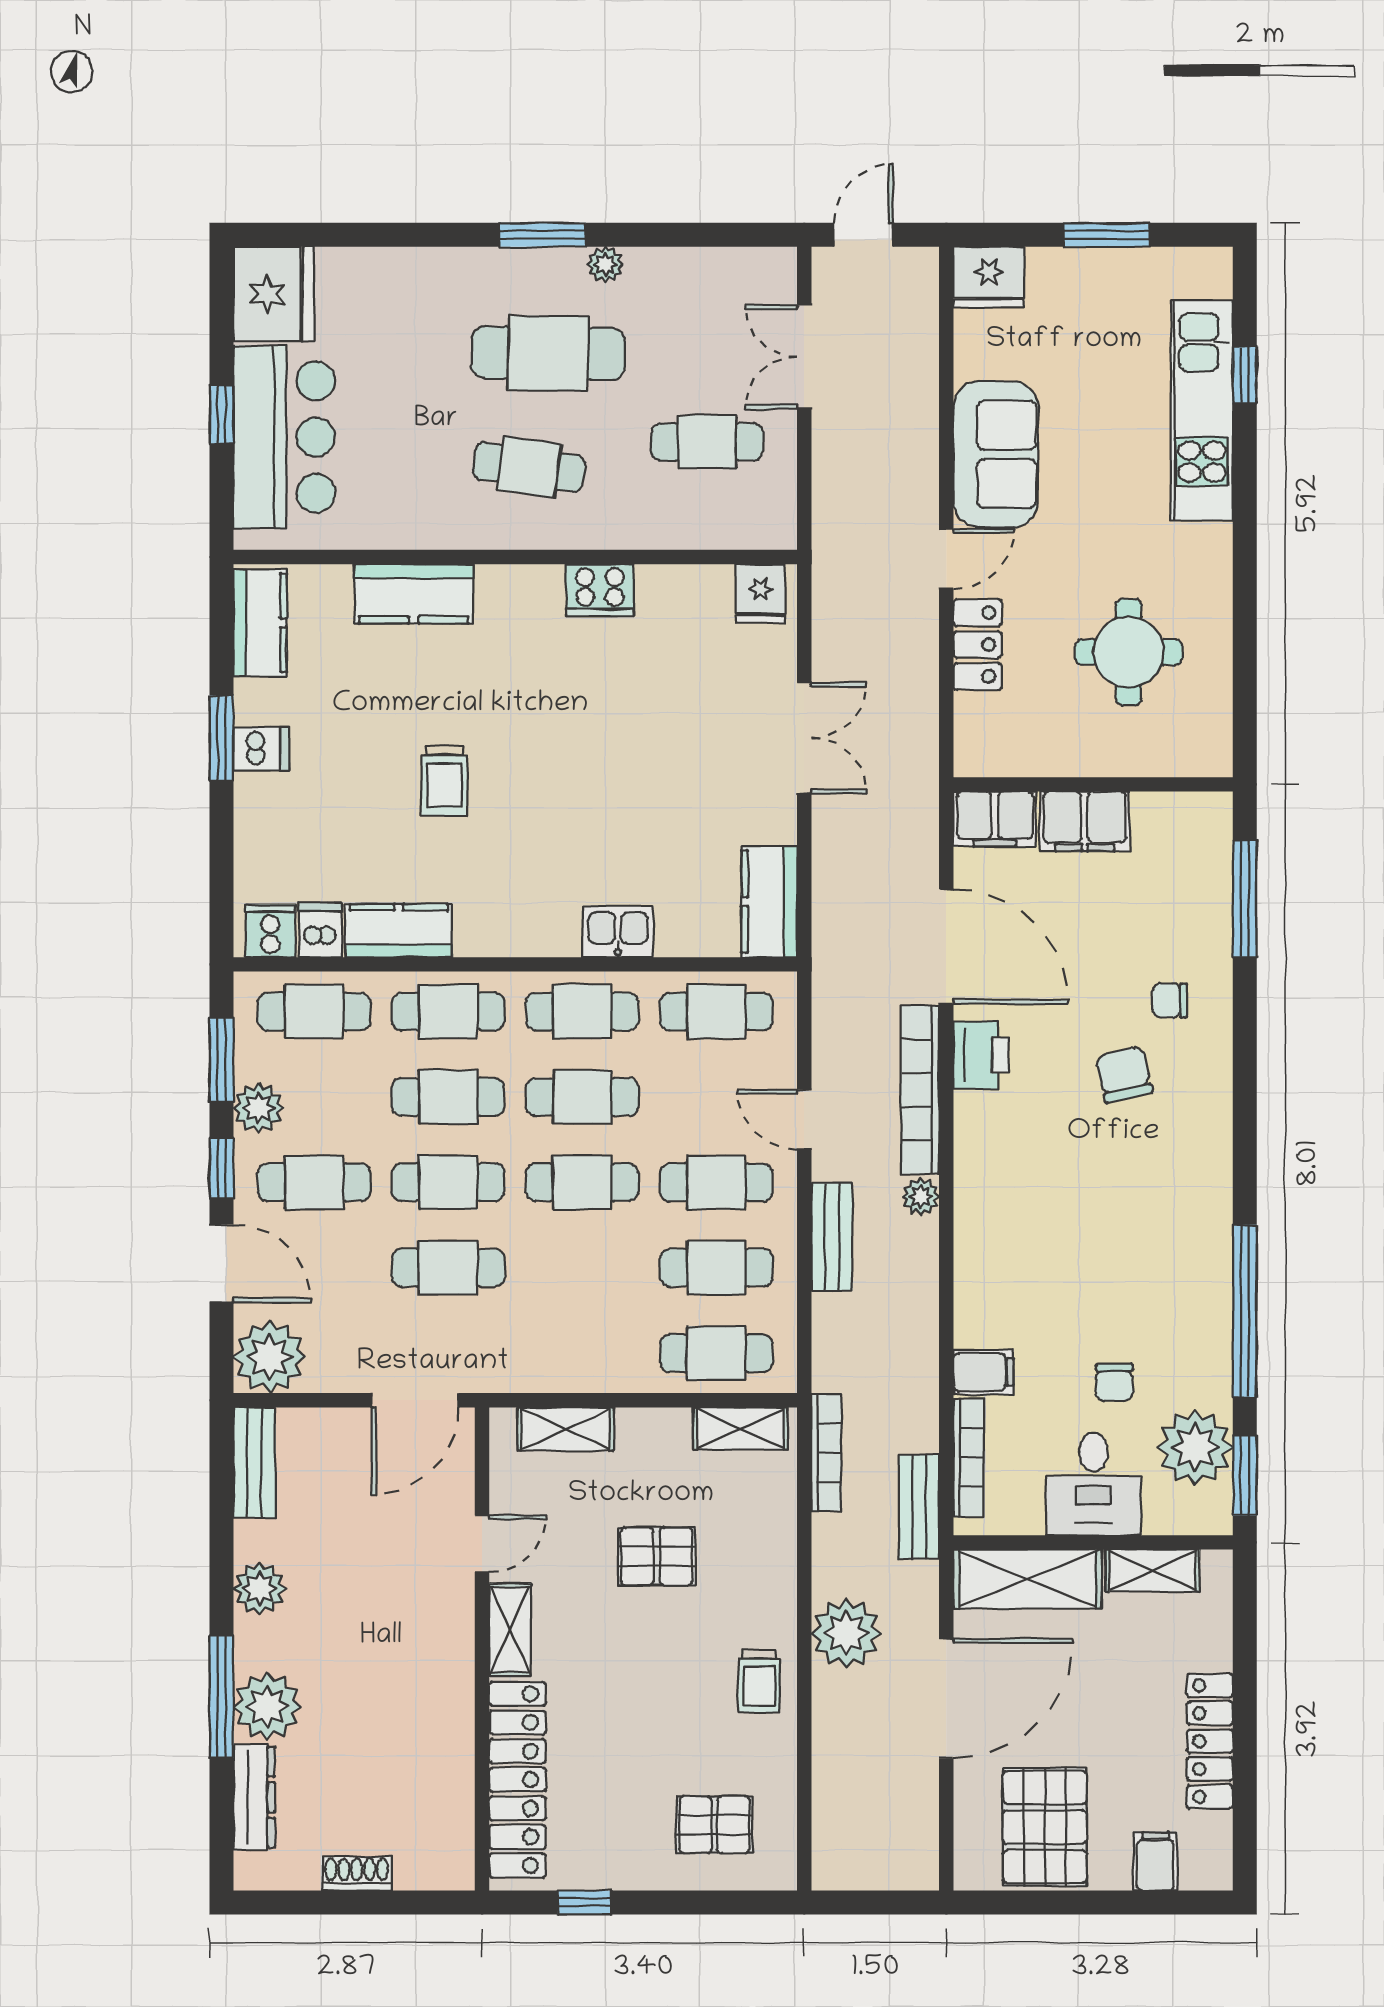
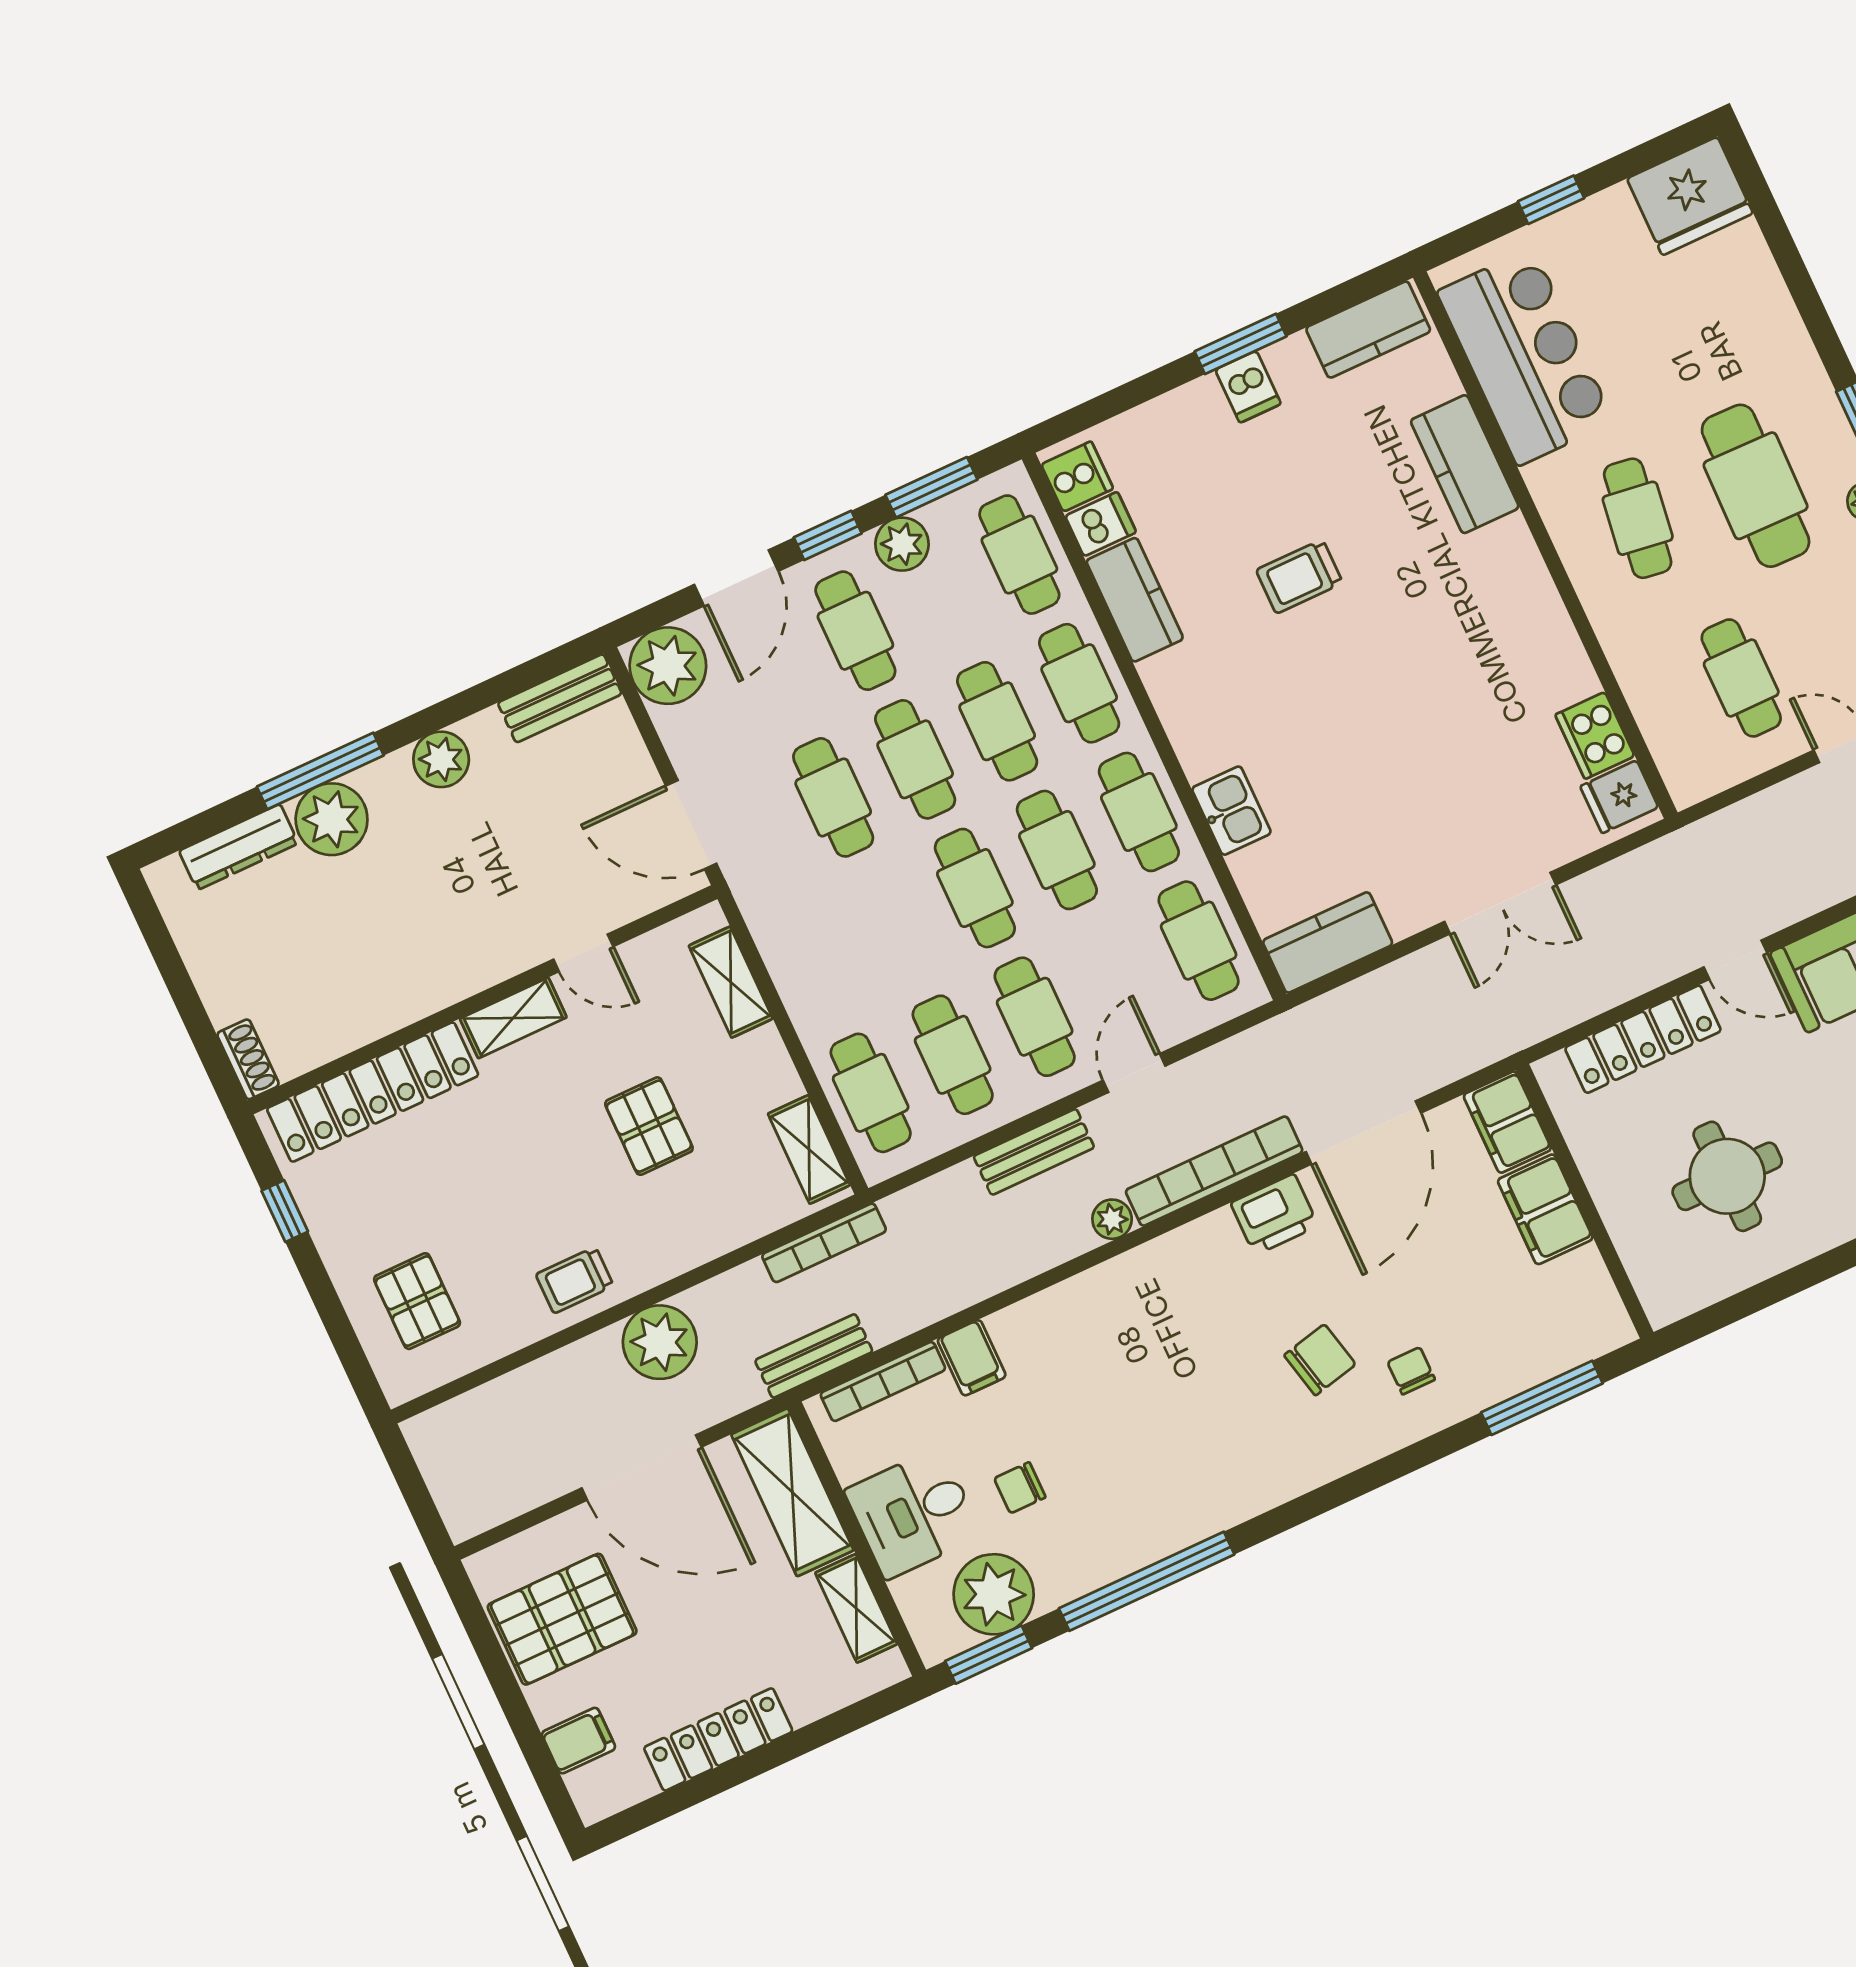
bar counter: (284, 437) -> (1525, 357), moved, turned -90
cooker: (600, 590) -> (1595, 735), moved
locker: (978, 645) -> (1643, 1039), width x1.53
shoe rack: (357, 1874) -> (248, 1059), moved

